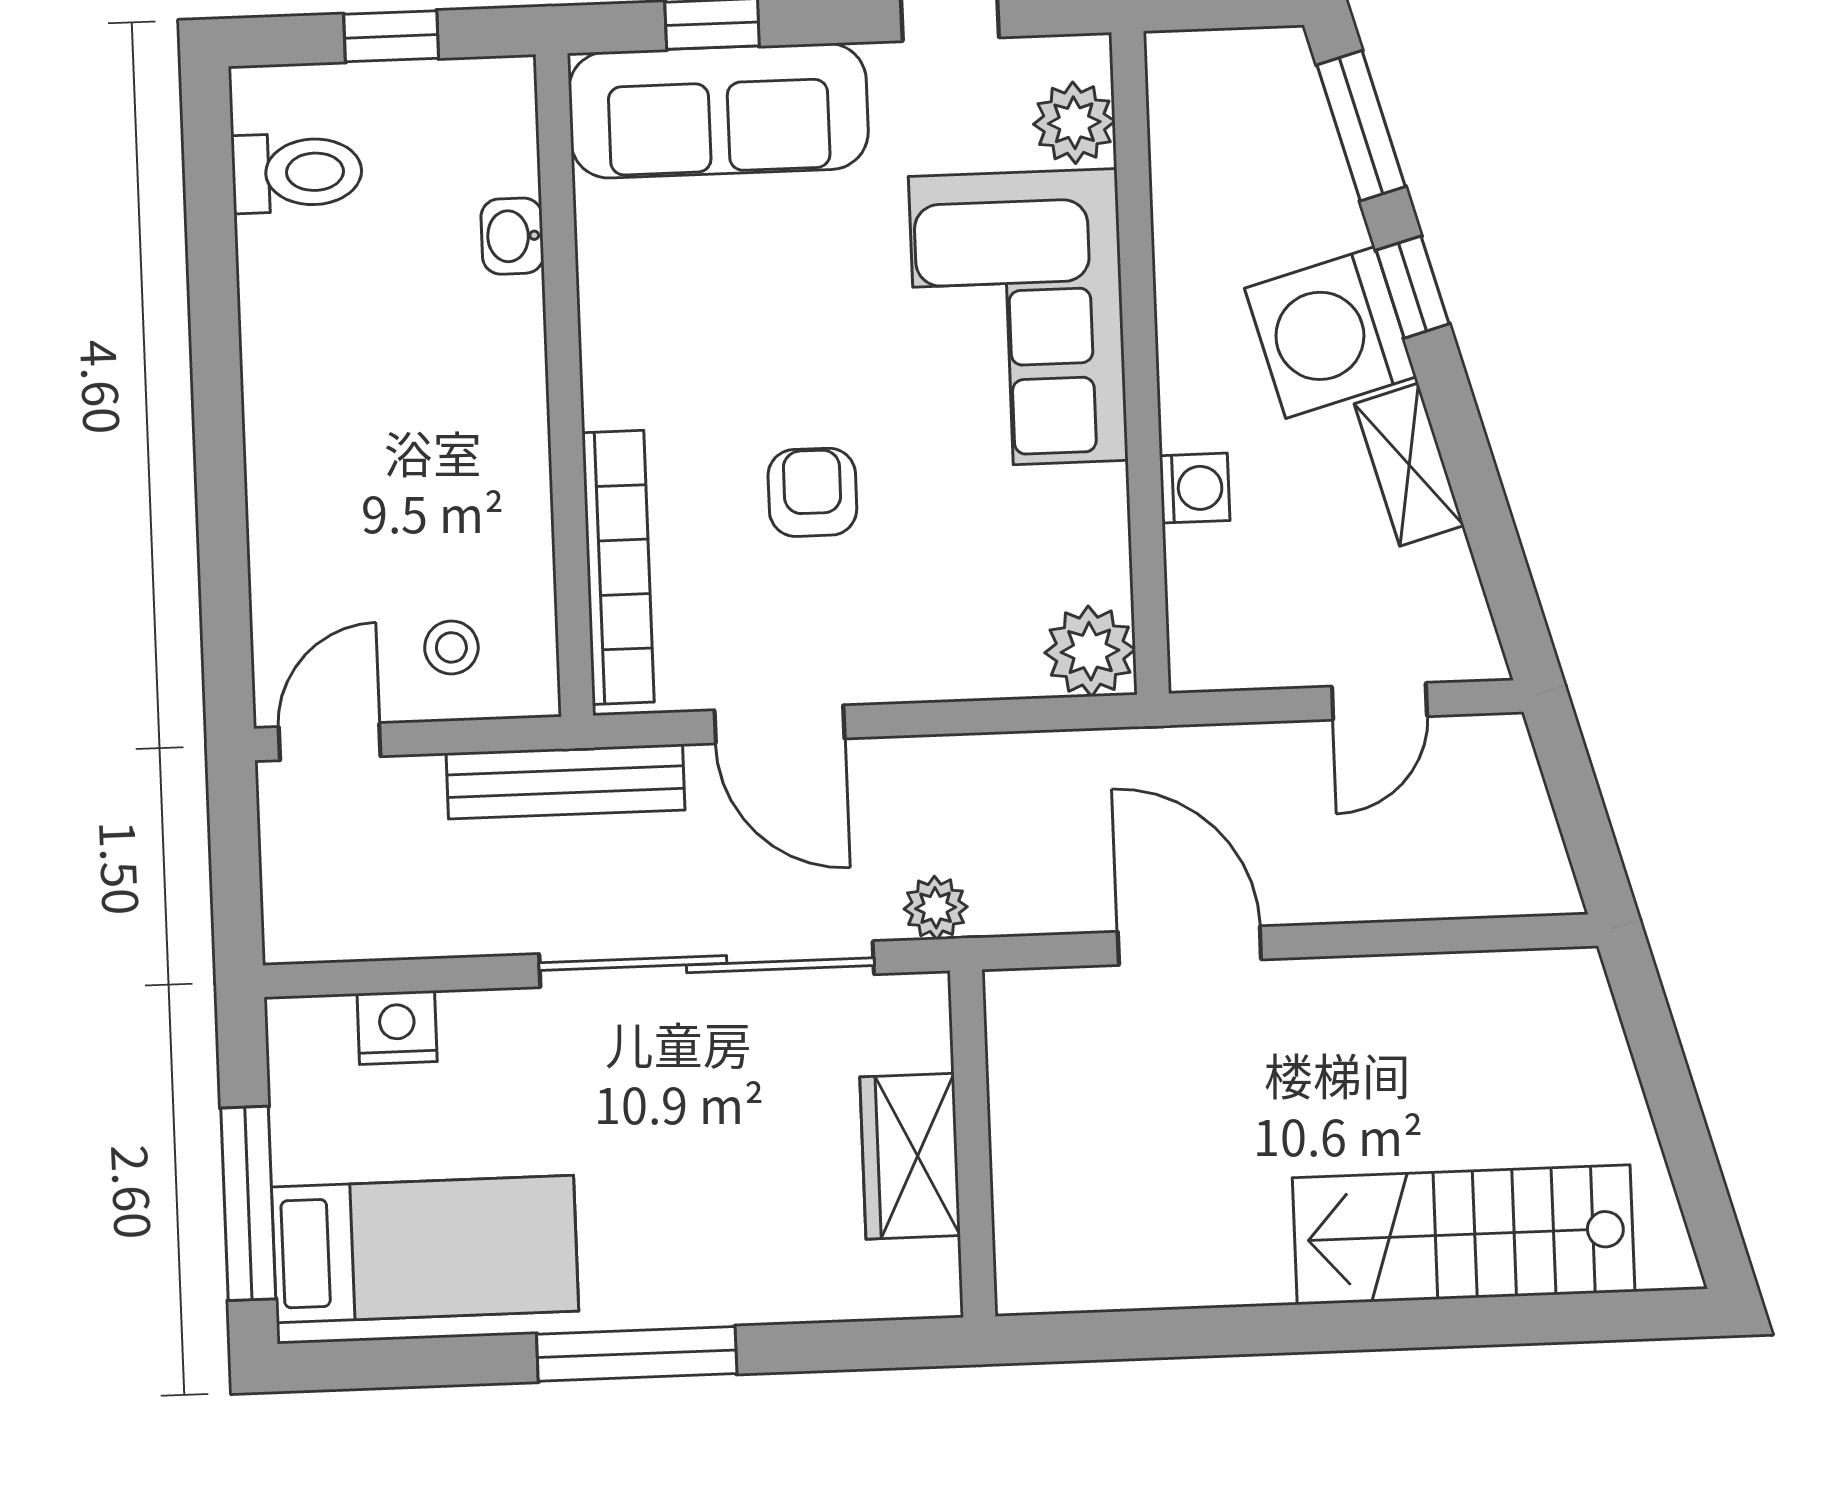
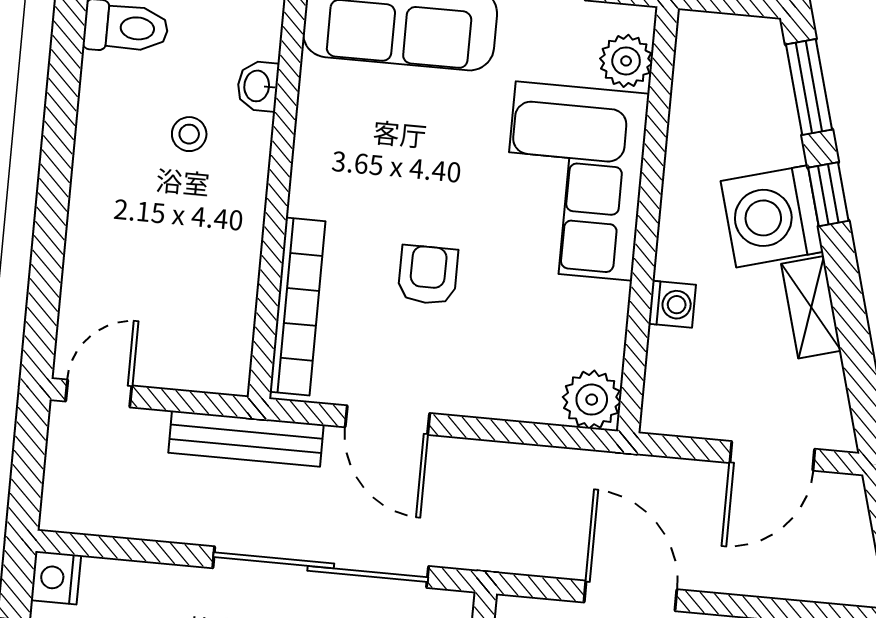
stool: (451, 647) -> (189, 134), moved
door: (1379, 701) -> (772, 456), width x1.38
plant: (936, 908) -> (472, 550), removed
nightstand: (397, 1027) -> (56, 578), moved, turned -90

